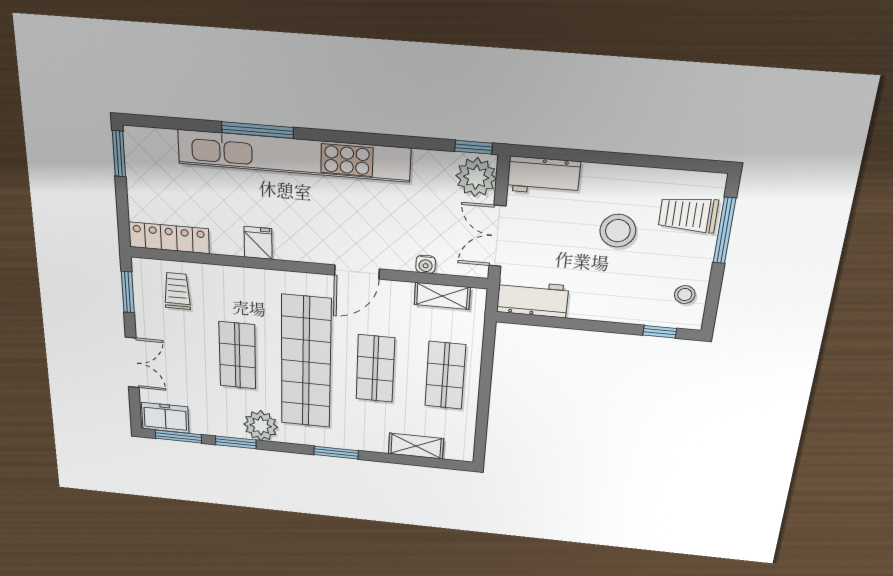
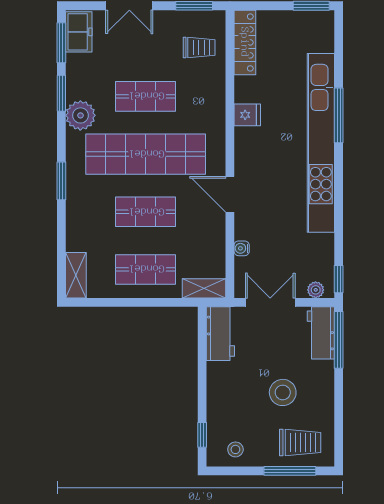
window: (556, 154) -> (339, 340), added
plant: (476, 177) -> (316, 290), width x0.53, depth x0.53
trolley: (688, 214) -> (300, 442), turned 90
shelving: (442, 296) -> (204, 288), moved, turned 90
shelving: (416, 446) -> (76, 275), moved

